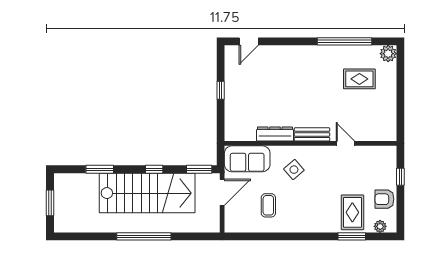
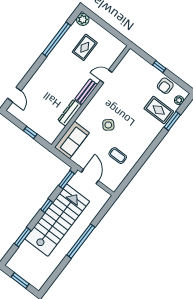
dresser: (275, 134) -> (70, 113), moved
bench: (312, 134) -> (86, 92), moved
wall: (311, 143) -> (91, 97), moved
door: (345, 143) -> (106, 76), moved
sofa: (247, 159) -> (72, 140), moved

